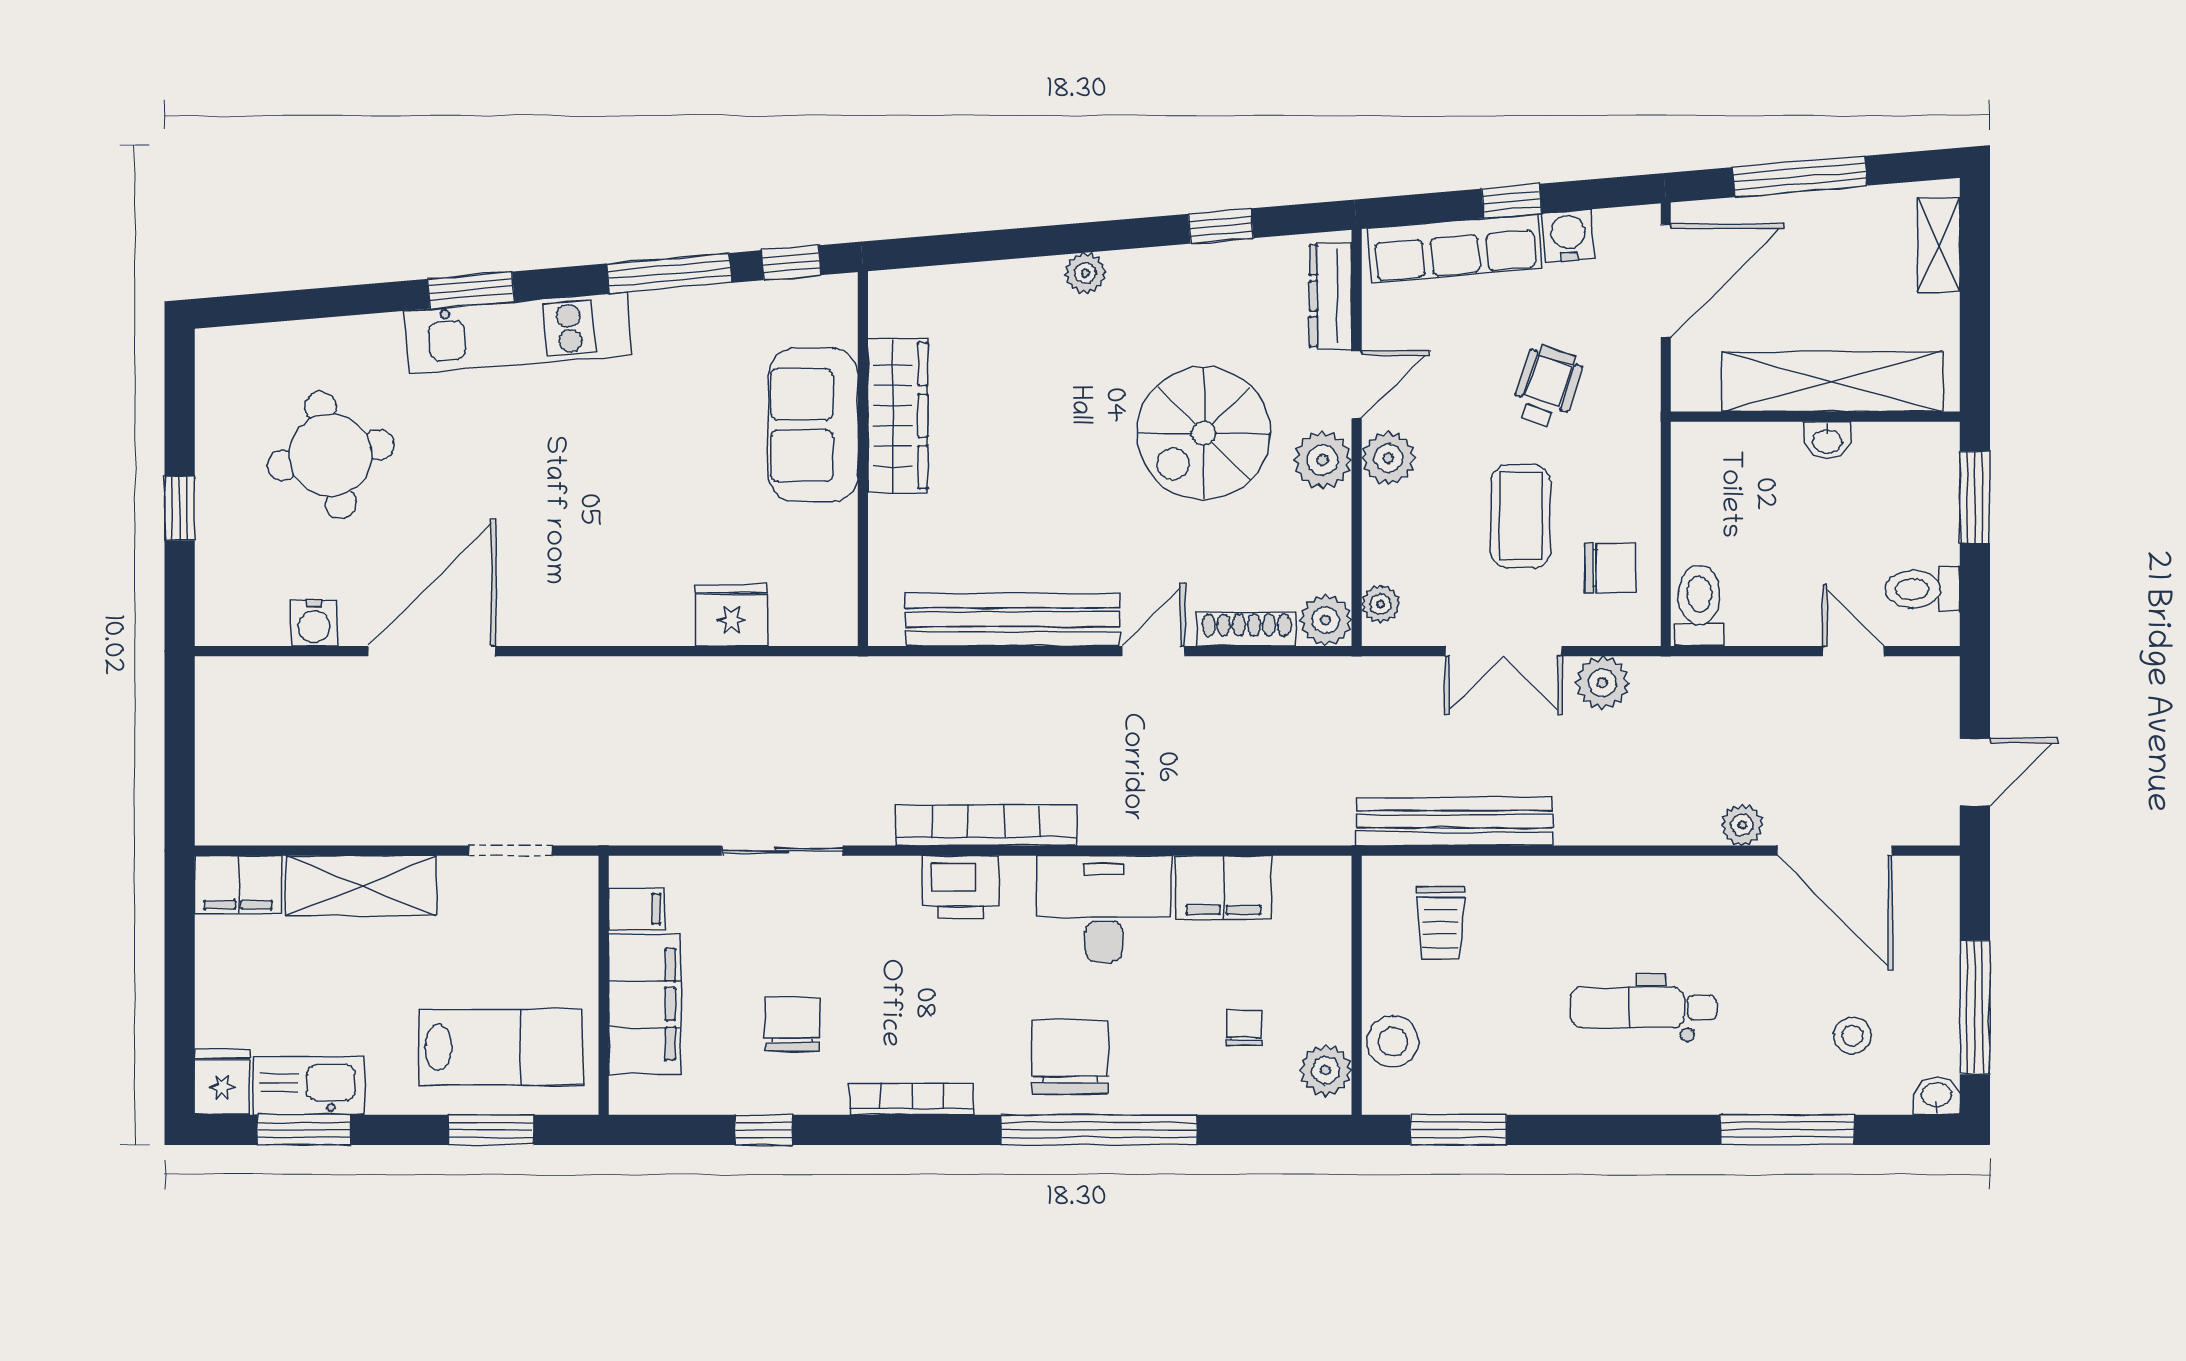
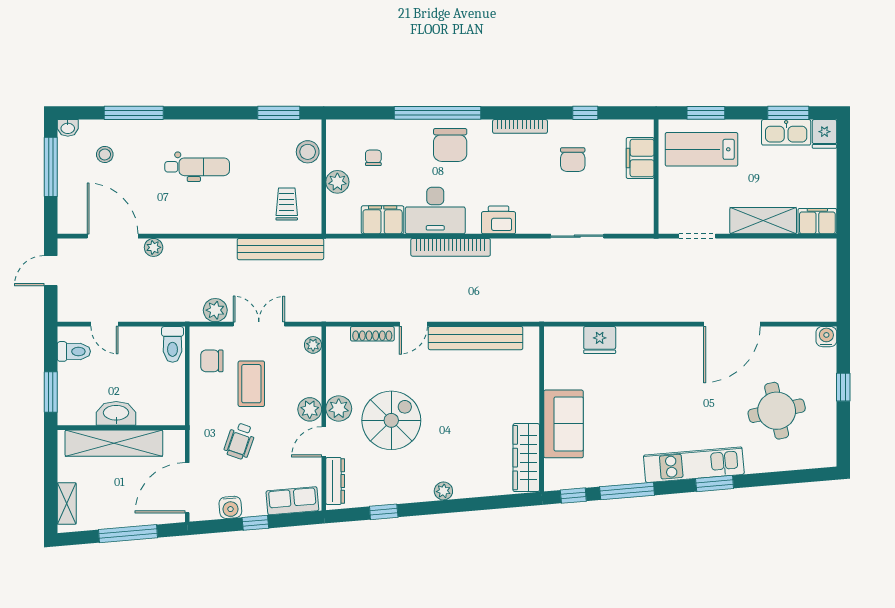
row of seats: (1455, 249) -> (292, 501), width x0.68
wardrobe: (898, 416) -> (526, 458), moved
washbasin: (1827, 440) -> (116, 413), width x1.91, depth x1.45
plant: (1326, 620) -> (337, 338), removed
water cooler: (314, 623) -> (826, 337), moved
bookcase: (986, 825) -> (451, 247), moved
filing cabinet: (636, 909) -> (642, 210), removed
filing cabinet: (645, 1004) -> (640, 158), width x0.67, depth x0.86
chair: (1244, 1028) -> (373, 158), turned 180
plant: (1326, 1070) -> (337, 182), moved

